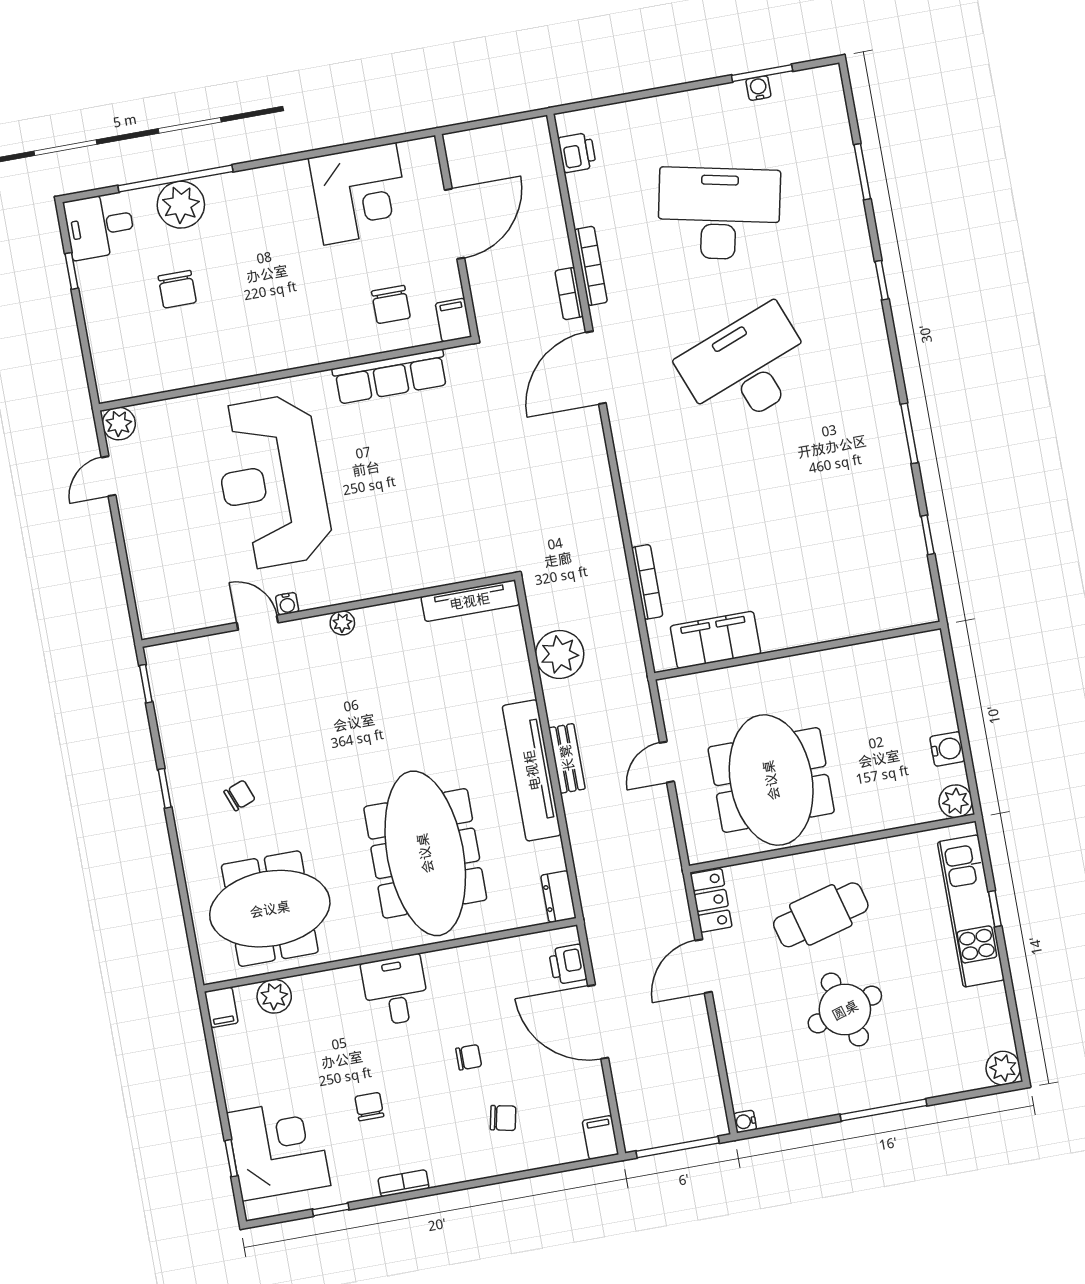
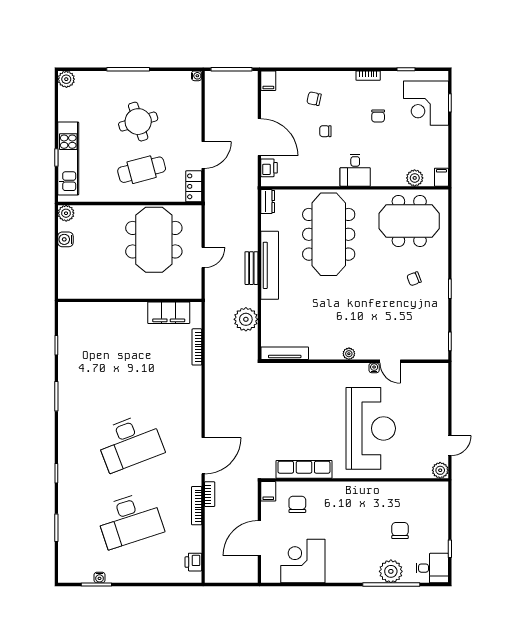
desk: (719, 214) -> (130, 520), turned -30

